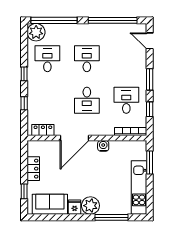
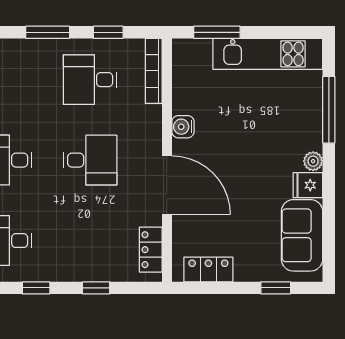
locker: (33, 169) -> (208, 269), moved
plant: (90, 206) -> (313, 161), width x0.53, depth x0.53

